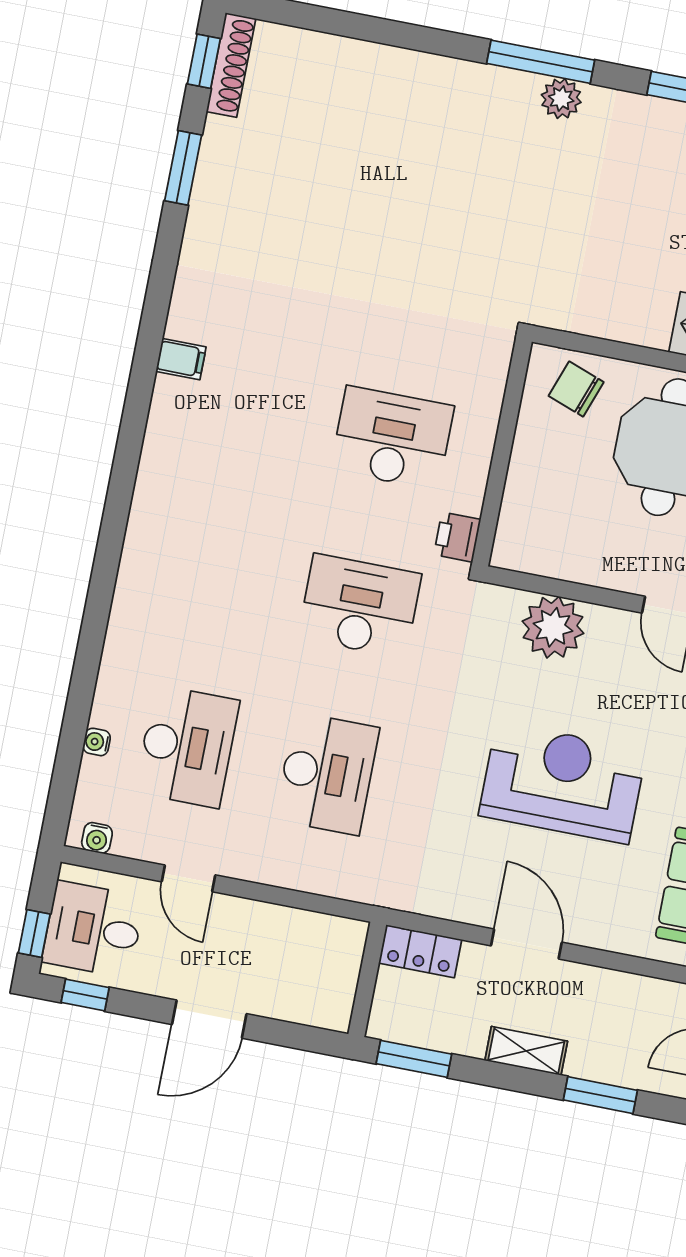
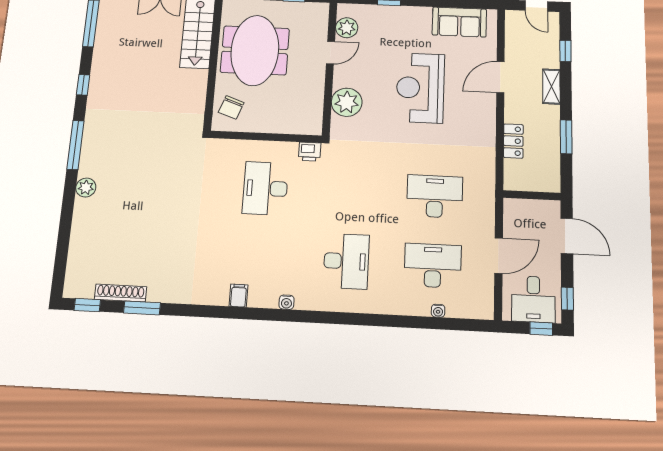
shoe rack: (231, 65) -> (121, 293), moved
plant: (561, 99) -> (86, 188), moved
desk: (360, 606) -> (346, 261), moved, turned 180
water cooler: (97, 838) -> (287, 302), moved, turned 90
door: (189, 878) -> (499, 256), width x1.38
door: (526, 944) -> (500, 77), moved
wall: (367, 979) -> (532, 195), moved
window: (600, 1095) -> (565, 51), width x0.67

